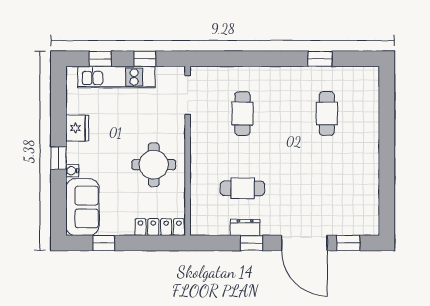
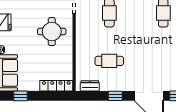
round table: (154, 165) -> (52, 32), moved
dresser: (245, 227) -> (90, 86), moved

